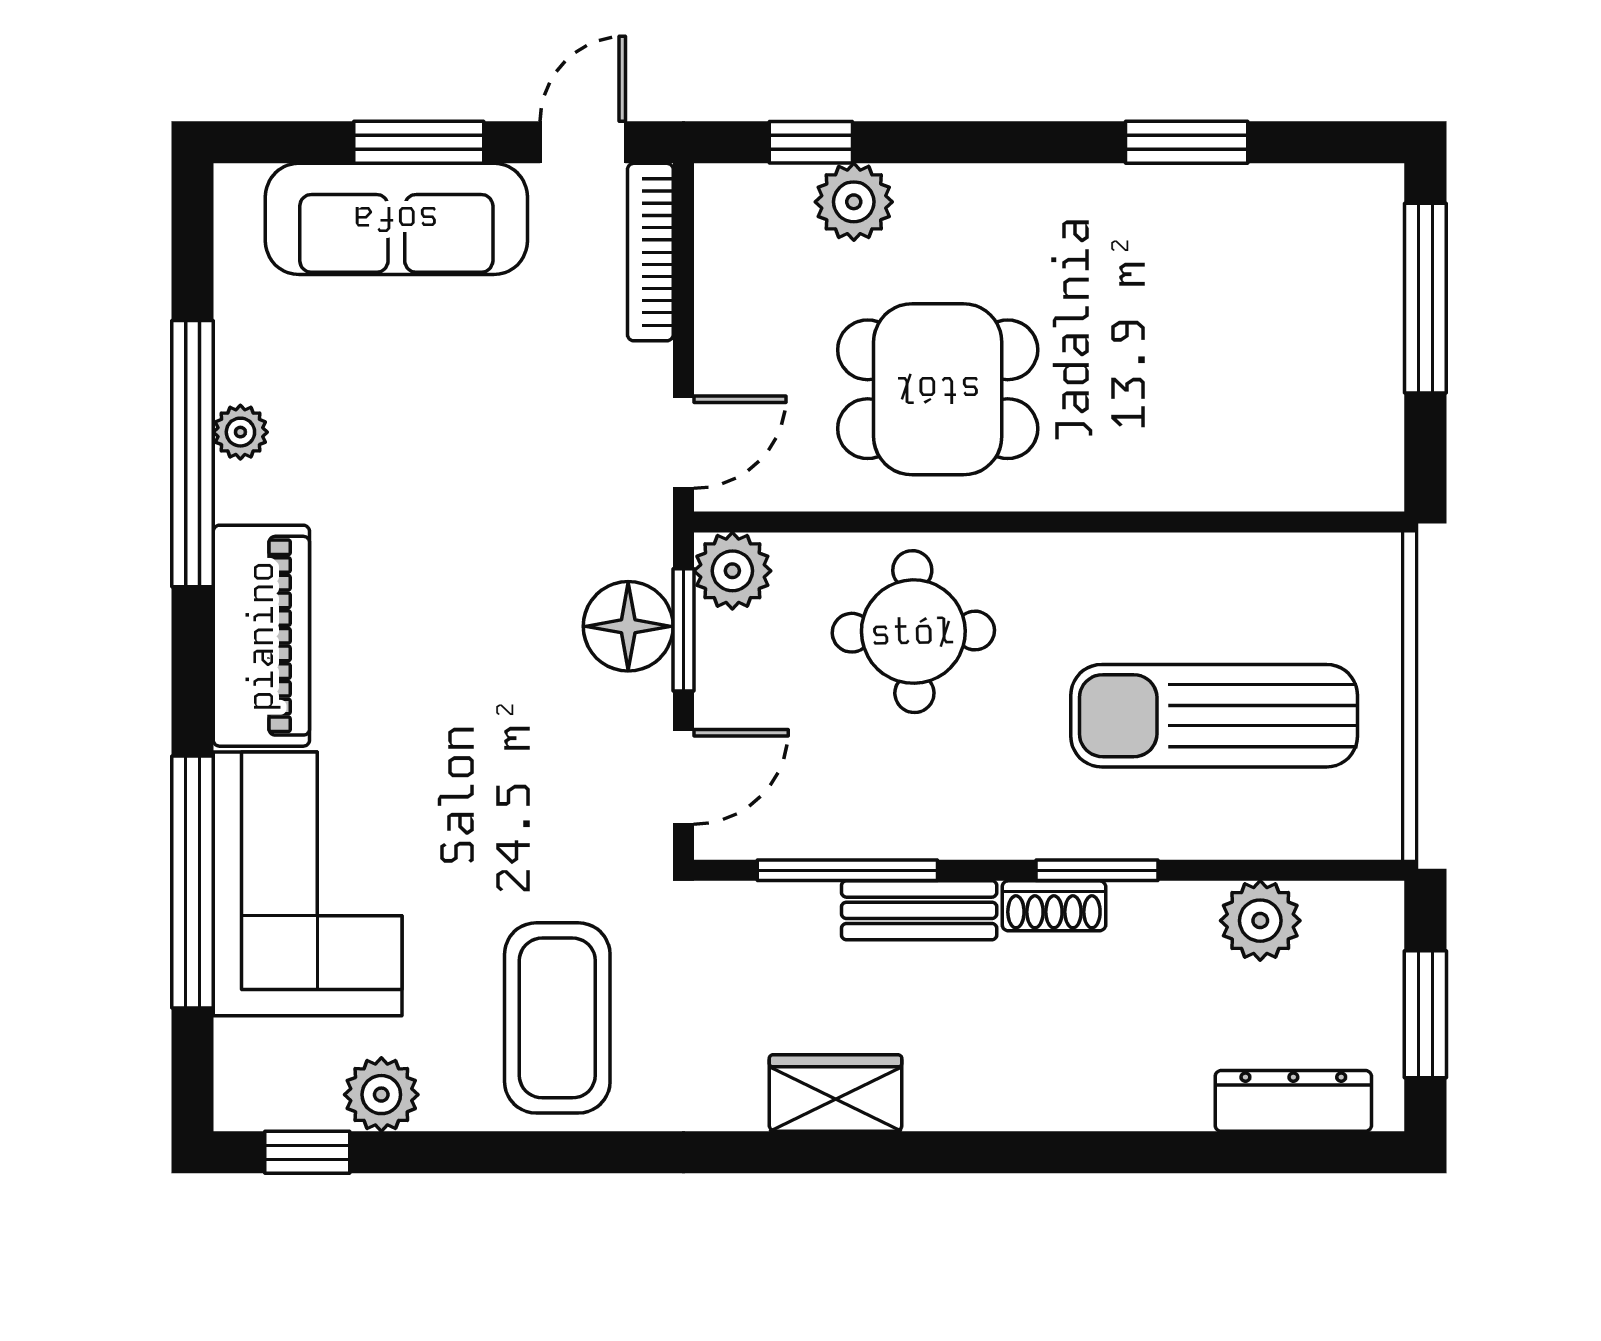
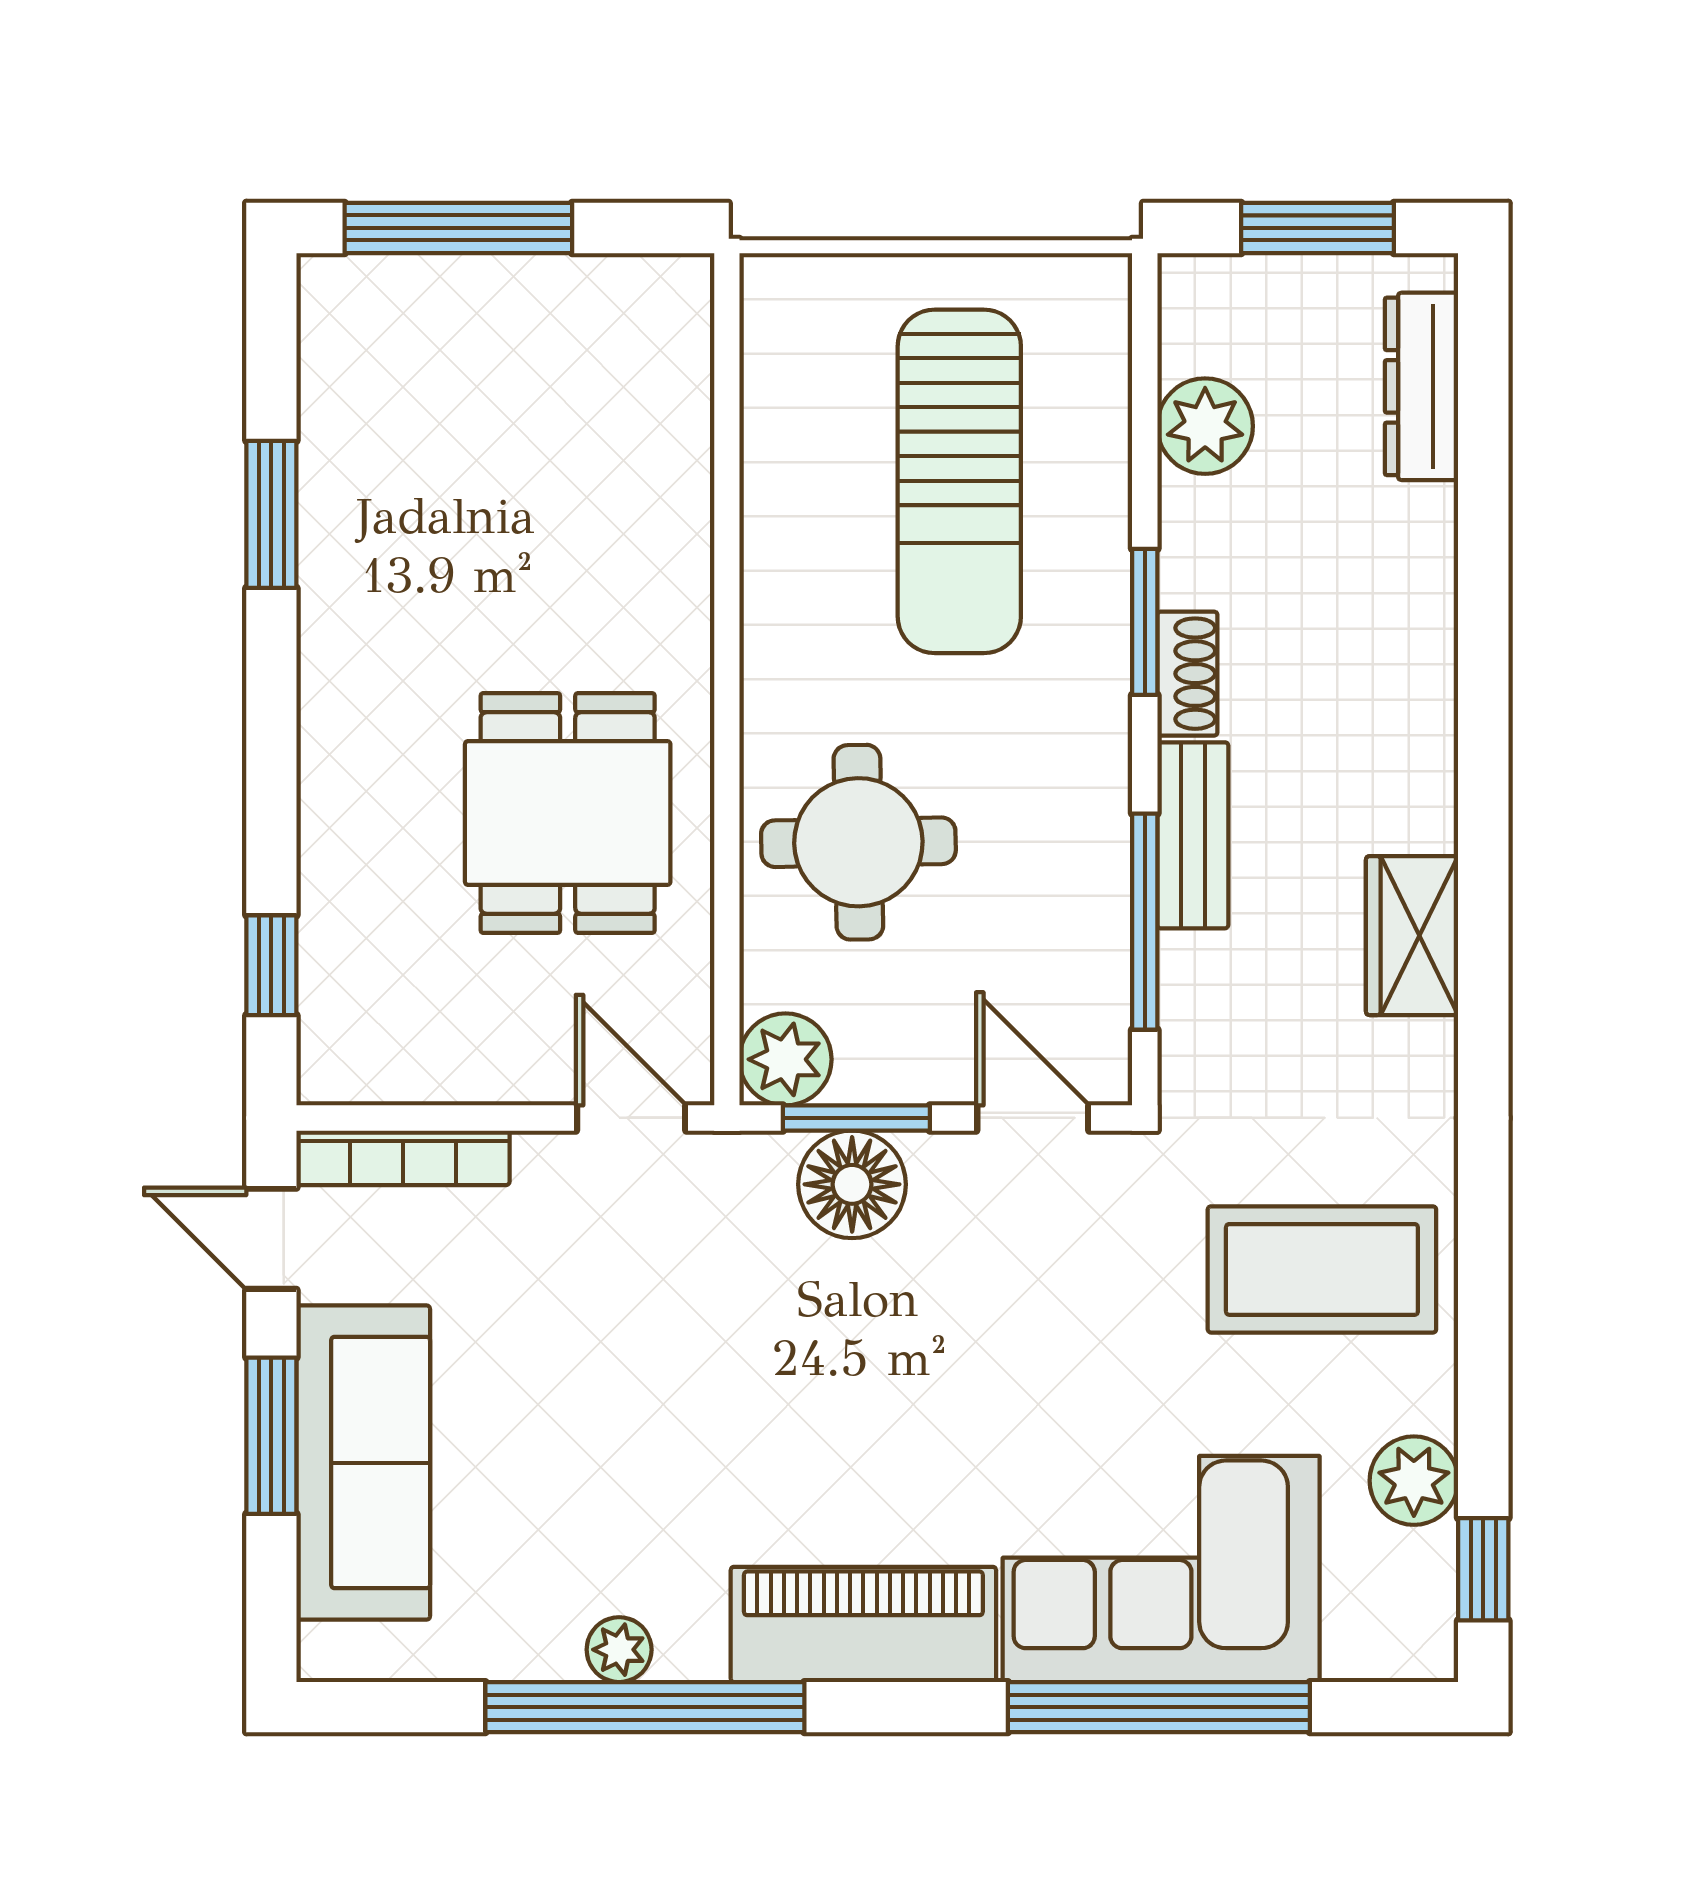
plant: (854, 202) -> (343, 914), removed

